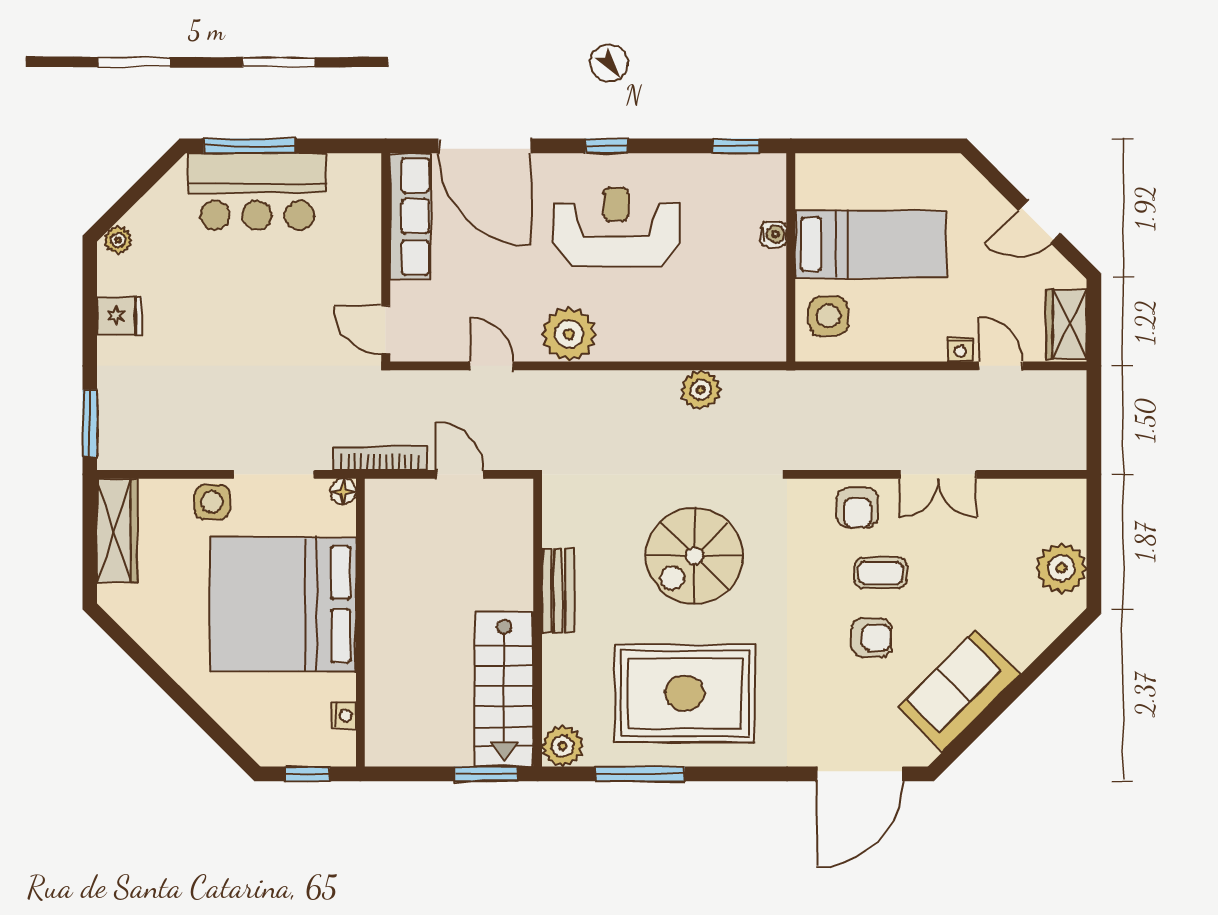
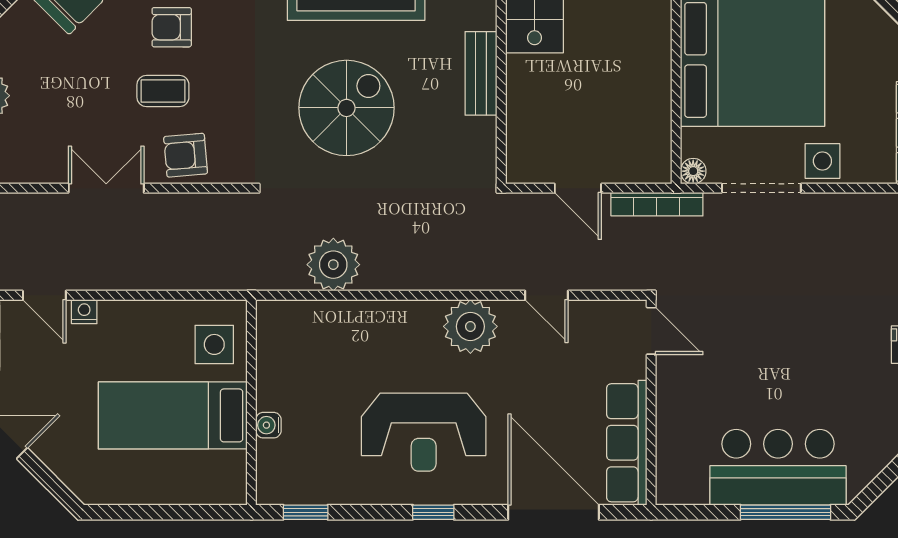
plant: (701, 390) -> (333, 265), width x1.36, depth x1.36
armchair: (858, 508) -> (186, 155), turned -95

